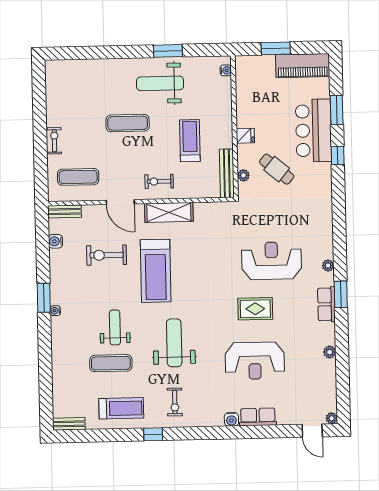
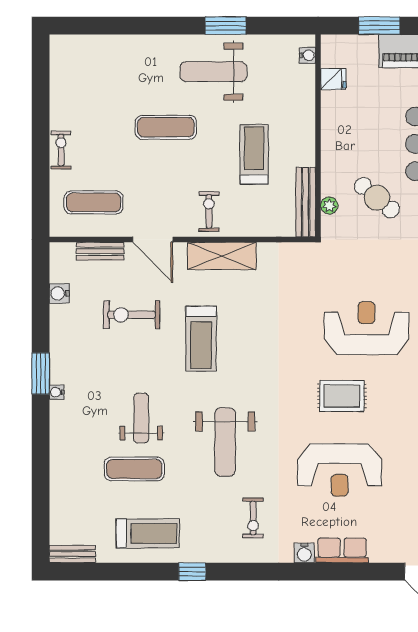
fridge: (245, 136) -> (333, 79), moved
exercise bike: (159, 181) -> (209, 211), turned 90
bench: (65, 211) -> (100, 251), moved
treadmill: (156, 271) -> (201, 339), width x0.73, depth x0.73
weight bench: (174, 343) -> (225, 442), turned 180
exercise bike: (175, 402) -> (253, 518), moved

